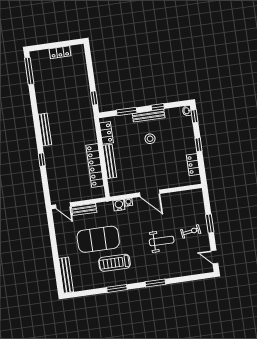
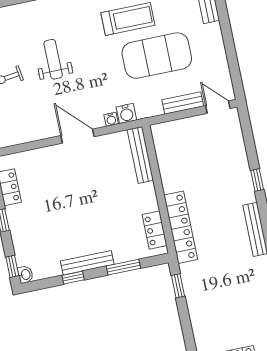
stool: (150, 139) -> (83, 225), removed
bench: (110, 161) -> (140, 155), moved
locker: (95, 166) -> (181, 227), moved
weight bench: (162, 241) -> (53, 59), turned 90

